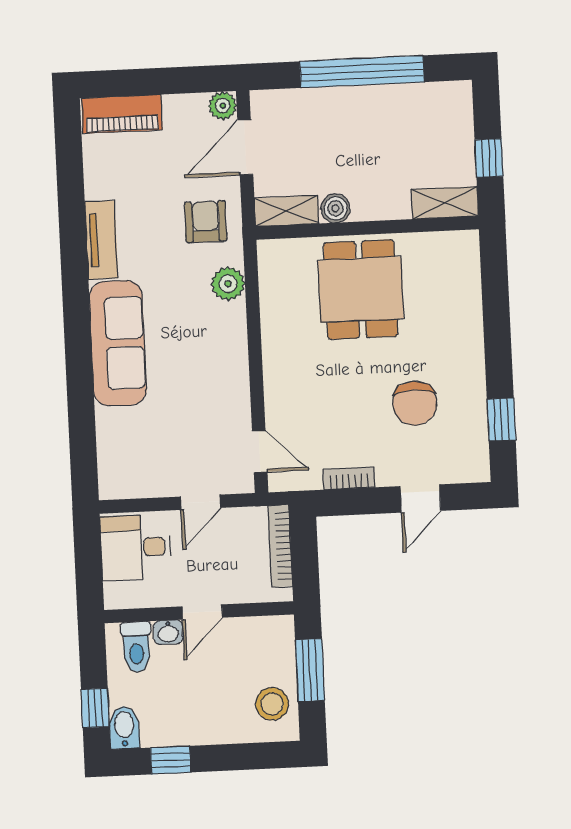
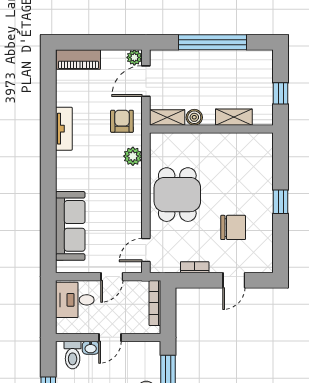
shelving: (445, 203) -> (234, 117), moved
dining table: (361, 289) -> (177, 195), moved
sofa: (118, 343) -> (70, 226), moved
chair: (415, 403) -> (233, 227), turned -90
window: (501, 420) -> (281, 202), moved
door: (260, 451) -> (146, 250), swing flipped

